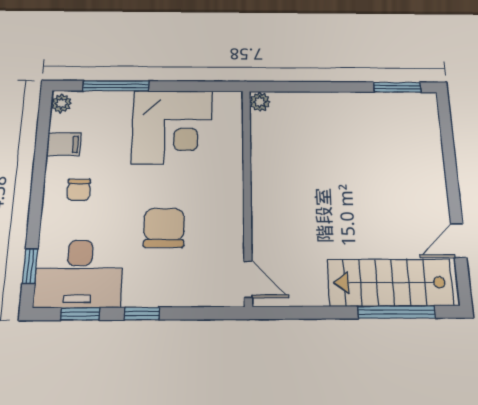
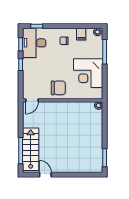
chair: (164, 228) -> (58, 88), moved

